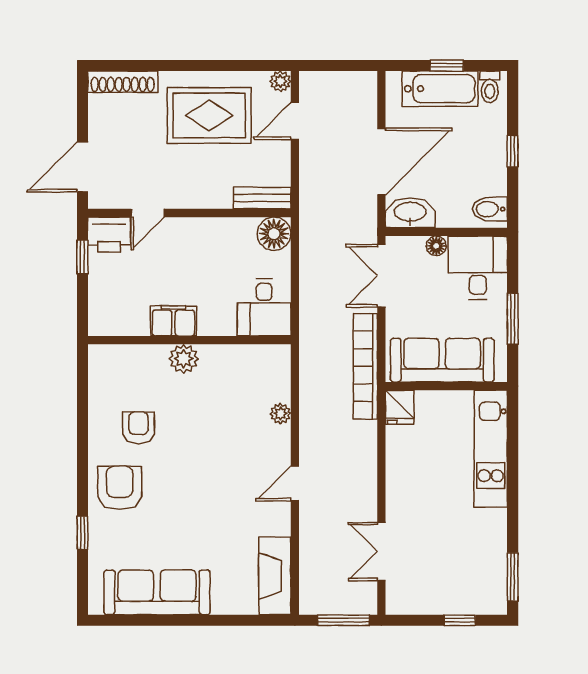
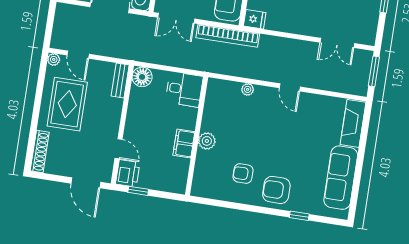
fireplace: (275, 576) -> (353, 123), moved, turned 90

